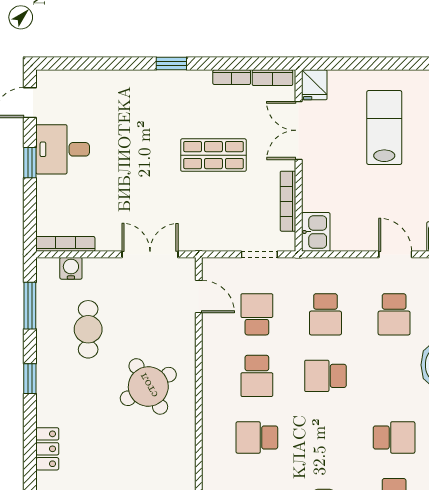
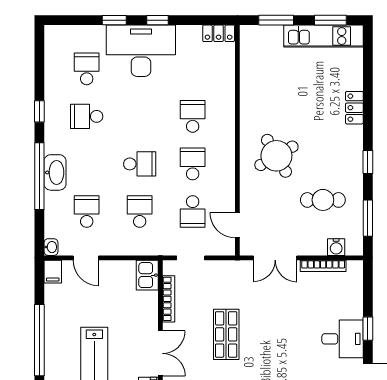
shop shelf: (213, 155) -> (226, 334), turned 90
bookcase: (65, 244) -> (323, 266), moved
cafe table: (88, 329) -> (323, 200), turned 90
school desk: (257, 437) -> (193, 116), turned -90

